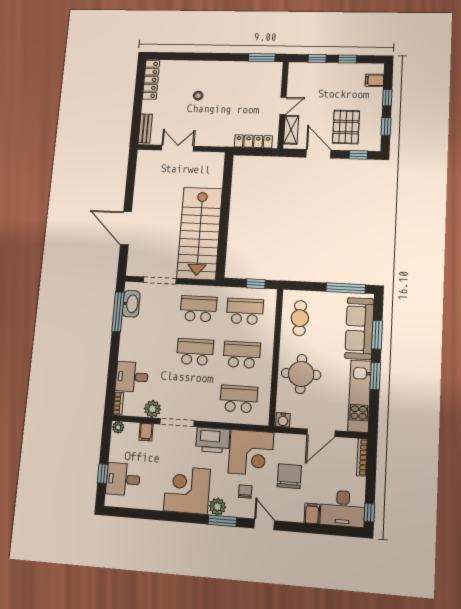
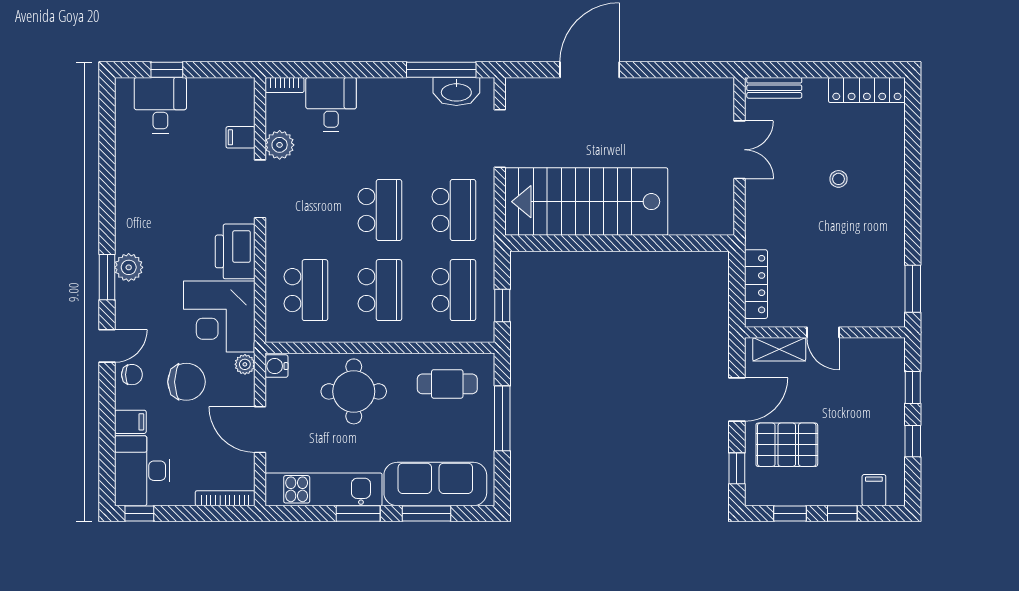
window: (346, 288) -> (502, 418), moved
plant: (118, 427) -> (245, 364), moved
corner desk: (187, 490) -> (151, 215), removed
chair: (245, 492) -> (132, 375), moved

